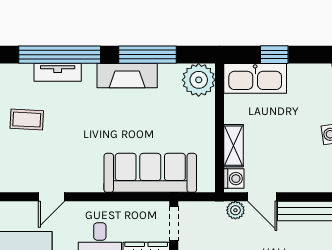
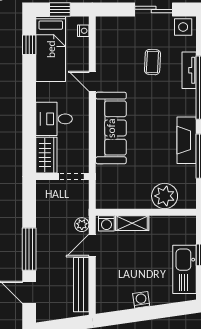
tv unit: (58, 72) -> (189, 70), moved
kitchen sink: (255, 78) -> (185, 269), moved
plant: (199, 80) -> (165, 196), moved
sofa: (150, 173) -> (111, 128), moved

